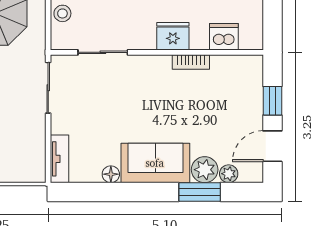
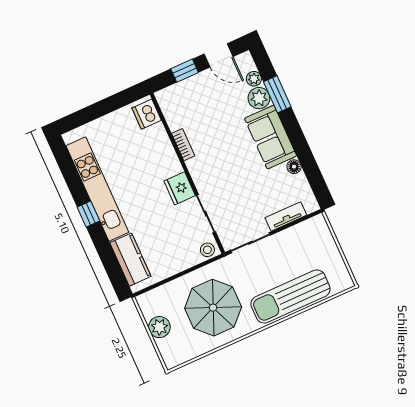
stool: (62, 13) -> (207, 250), moved
fridge: (173, 36) -> (180, 188), moved
dishwasher: (224, 37) -> (147, 114), moved
tv unit: (60, 159) -> (286, 216), moved

